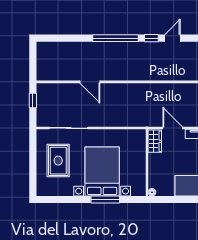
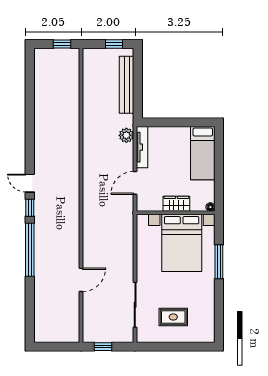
wardrobe: (155, 141) -> (176, 204), moved
rug: (58, 161) -> (173, 317), width x0.73, depth x0.70
bed with nightstands: (102, 171) -> (182, 243), moved, turned -90

